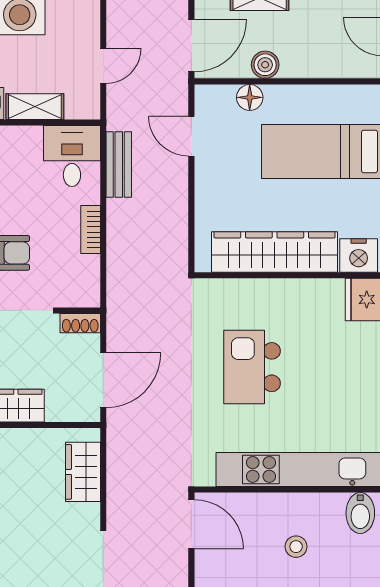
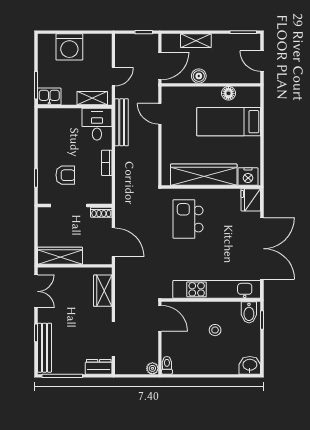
floor lamp: (250, 97) -> (228, 93), moved
shelving: (35, 107) -> (92, 98), moved
bench: (119, 164) -> (122, 122), width x1.36
kitchen island: (252, 367) -> (188, 219), moved
door: (103, 380) -> (113, 242), hinge flipped

